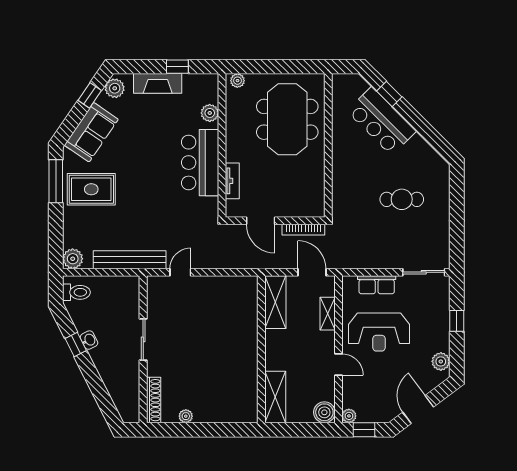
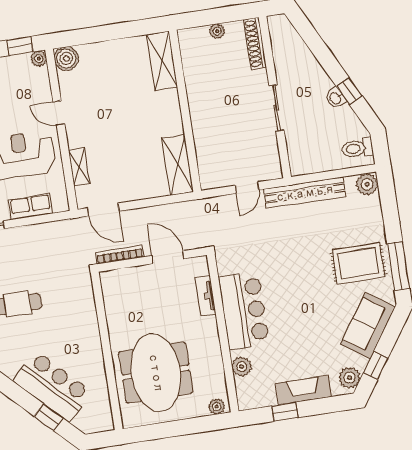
shelving: (275, 302) -> (178, 165), moved
wall: (261, 349) -> (185, 111), moved
shelving: (275, 397) -> (162, 61), moved

